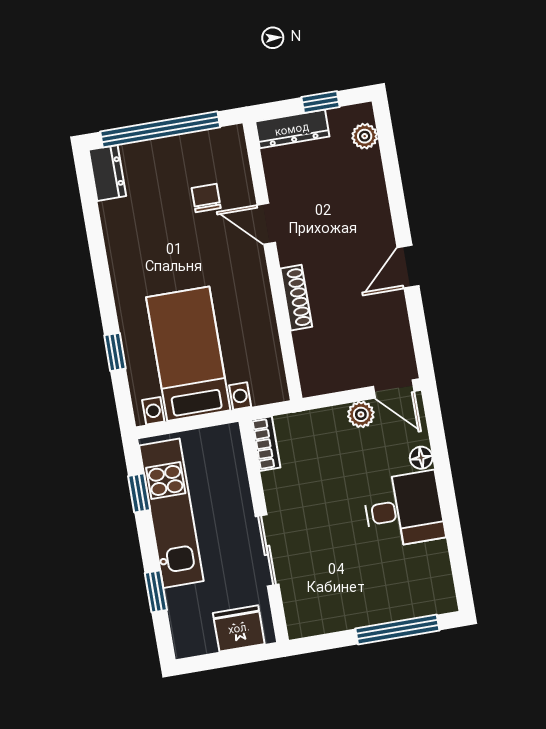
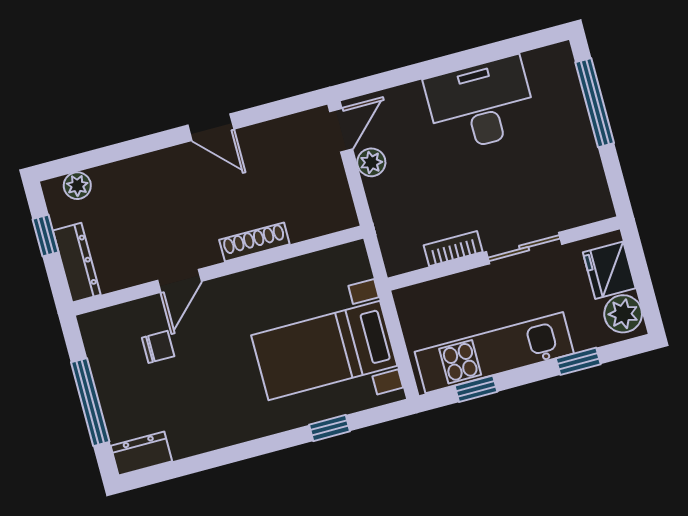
window: (160, 129) -> (90, 402), width x0.68
chair: (206, 198) -> (158, 347), turned 180
bookcase: (266, 444) -> (453, 249), moved
floor lamp: (421, 458) -> (411, 94), removed
desk: (404, 510) -> (481, 104), width x1.37
plant: (197, 638) -> (623, 314), added

